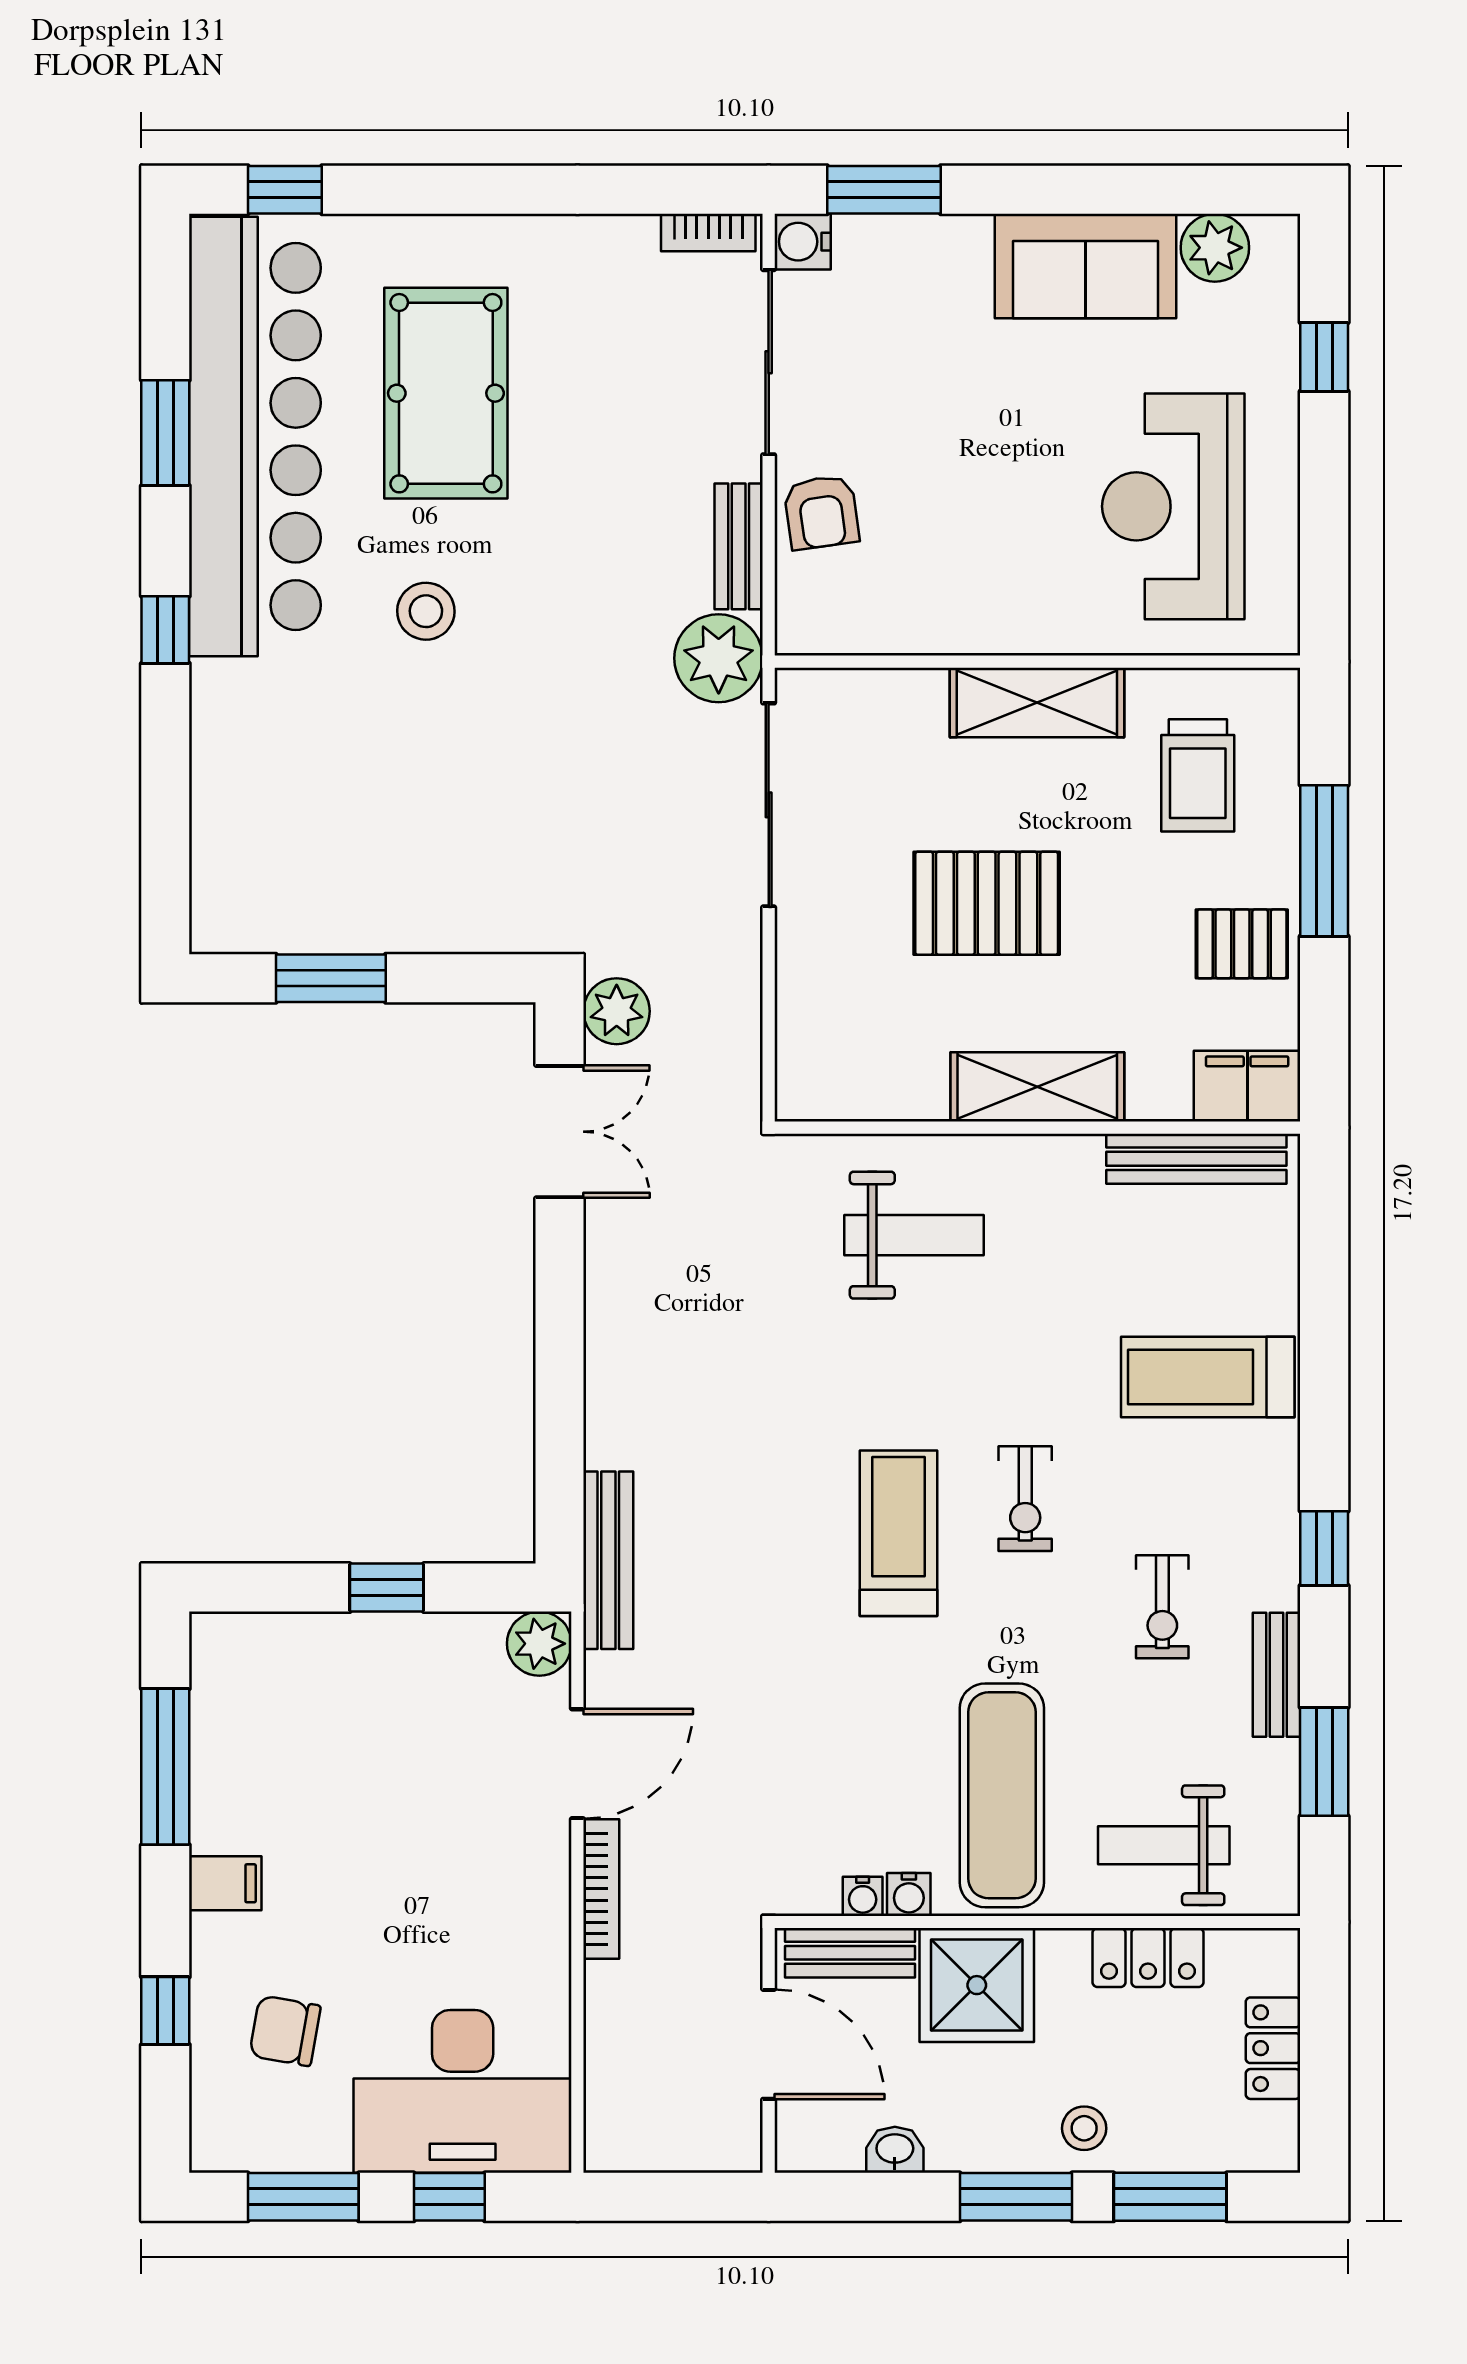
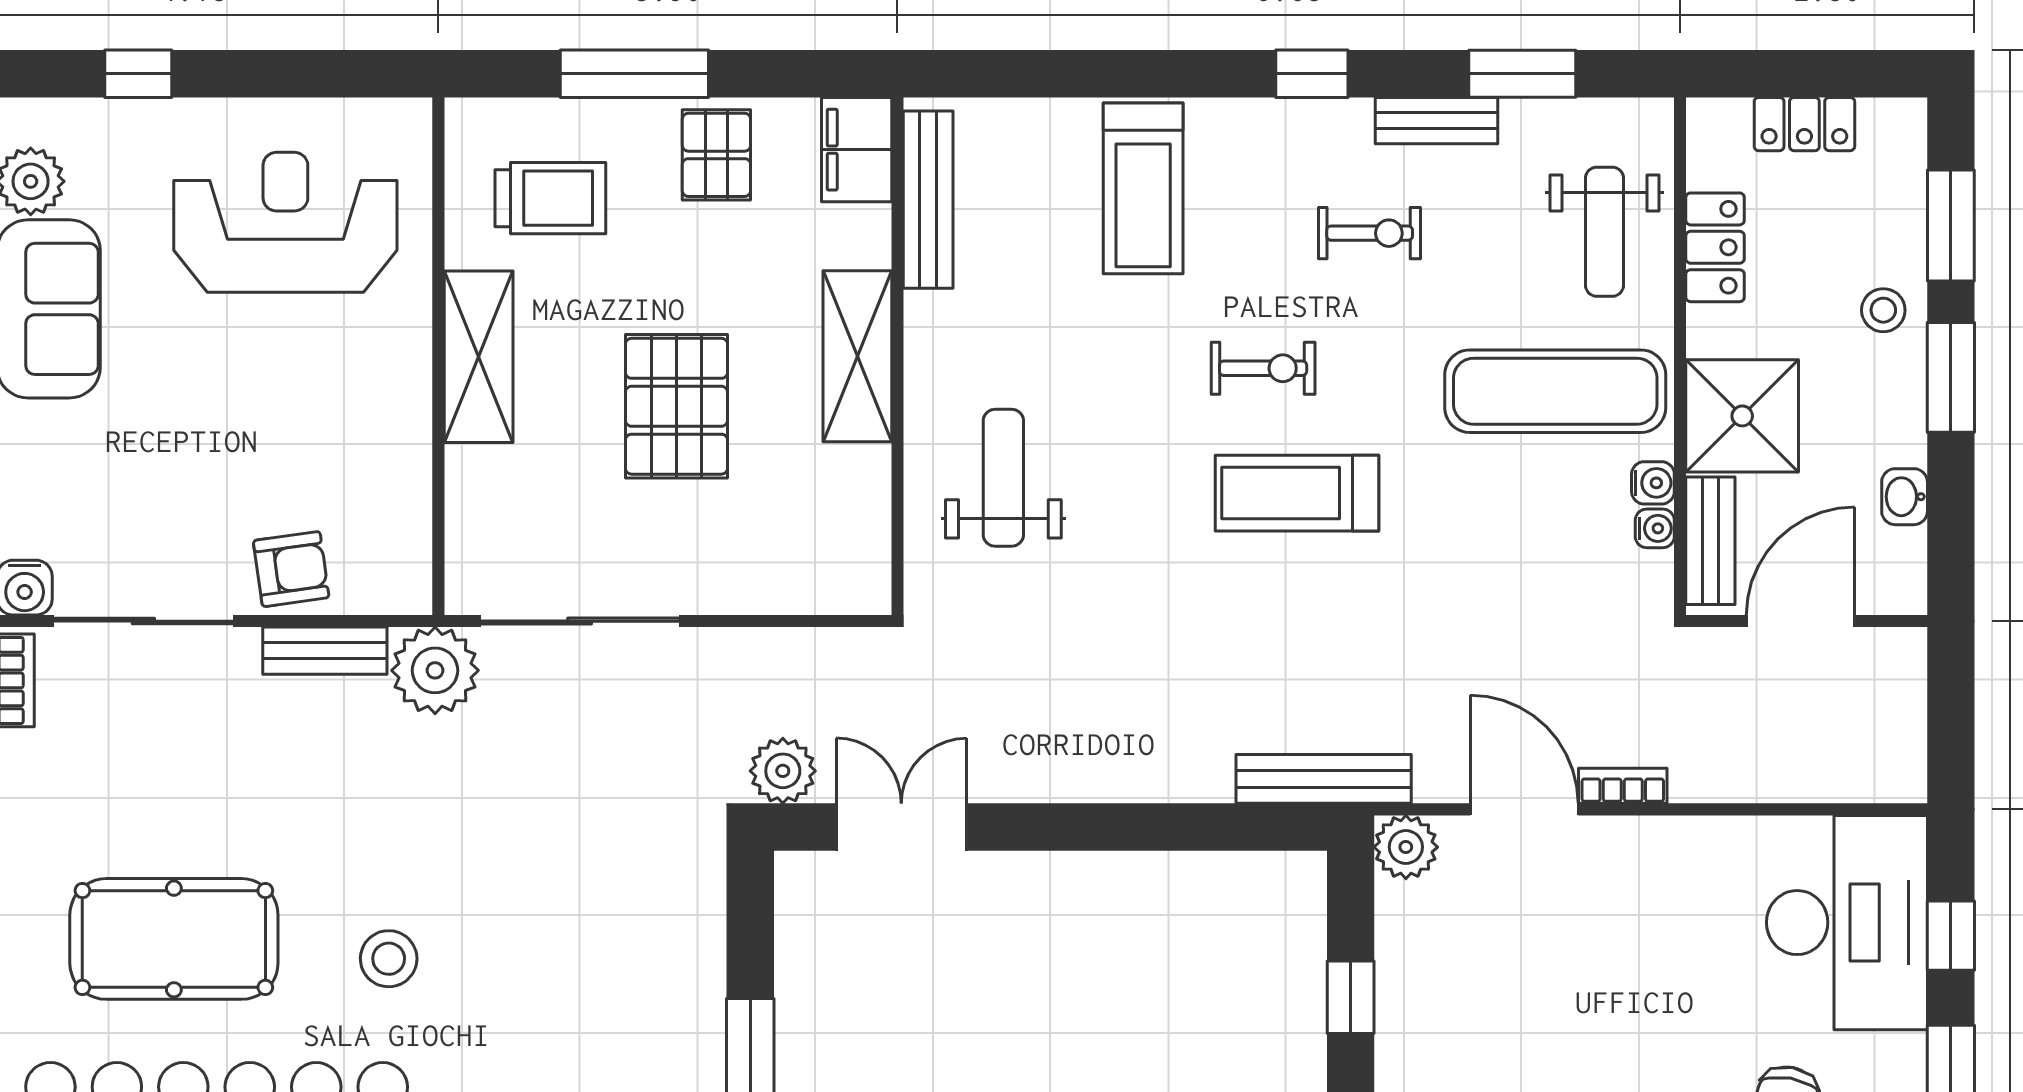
reception desk: (1173, 506) -> (285, 222), turned 180
bookcase: (601, 1889) -> (1623, 786), width x0.64

